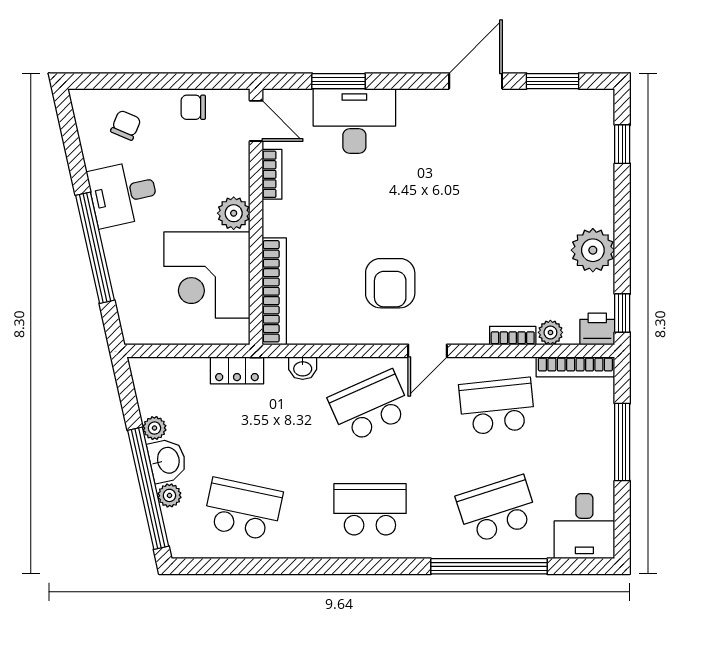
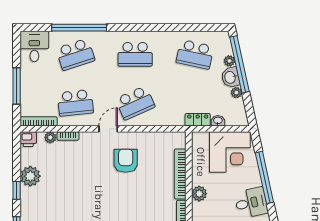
corner desk: (207, 275) -> (230, 152), moved, turned 90
bookcase: (274, 291) -> (180, 174), moved
window: (622, 313) -> (17, 190), moved
washbasin: (303, 368) -> (218, 121), moved

